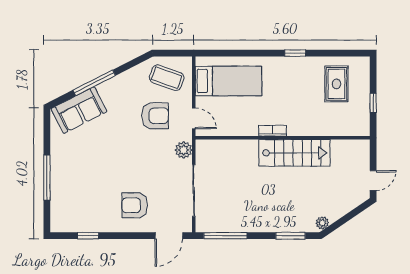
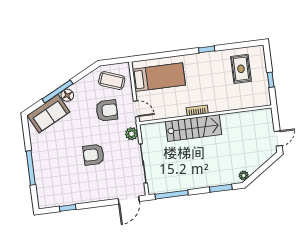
floor lamp: (106, 89) -> (67, 95), added
stairs: (294, 153) -> (193, 128), moved
armchair: (135, 205) -> (94, 155), moved

